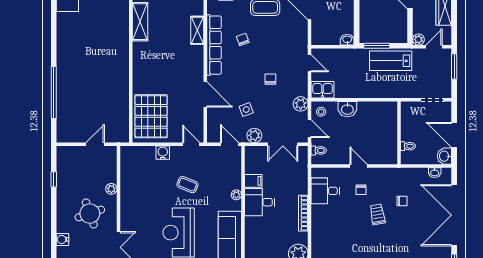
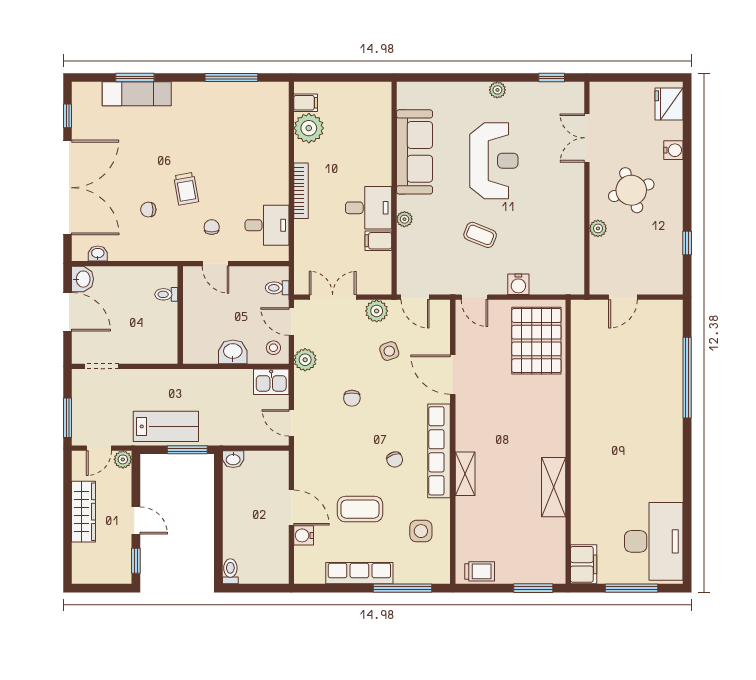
wall: (399, 133) -> (180, 315), moved
toilet: (408, 146) -> (166, 294), moved

